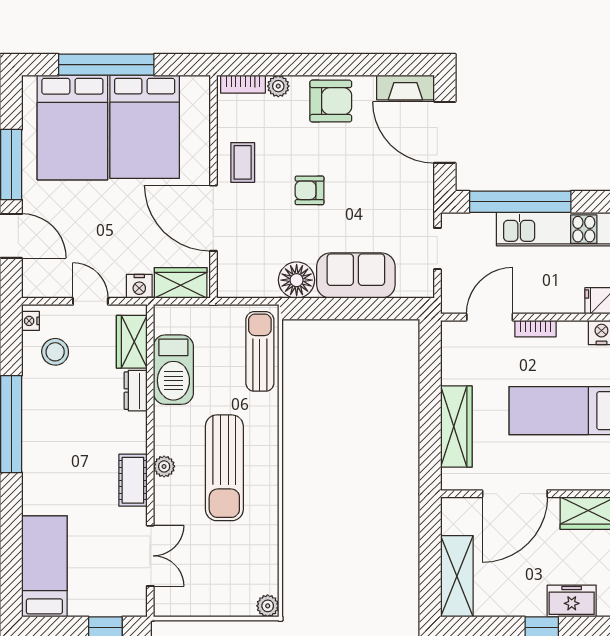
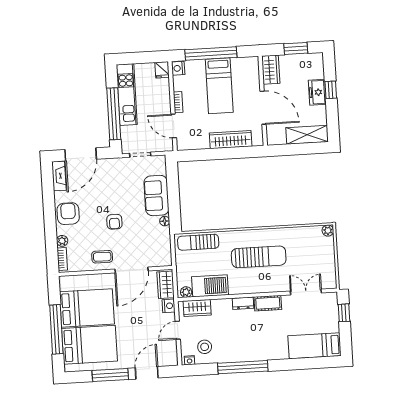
floor lamp: (297, 280) -> (165, 221), width x0.53, depth x0.53
dresser: (136, 391) -> (243, 303), moved
plant: (164, 466) -> (186, 292), moved
freezer: (572, 601) -> (317, 92), moved

